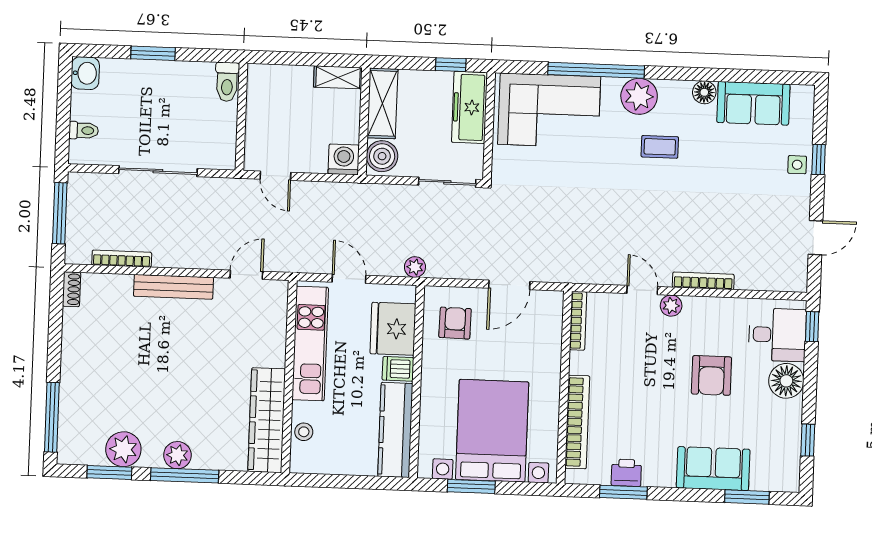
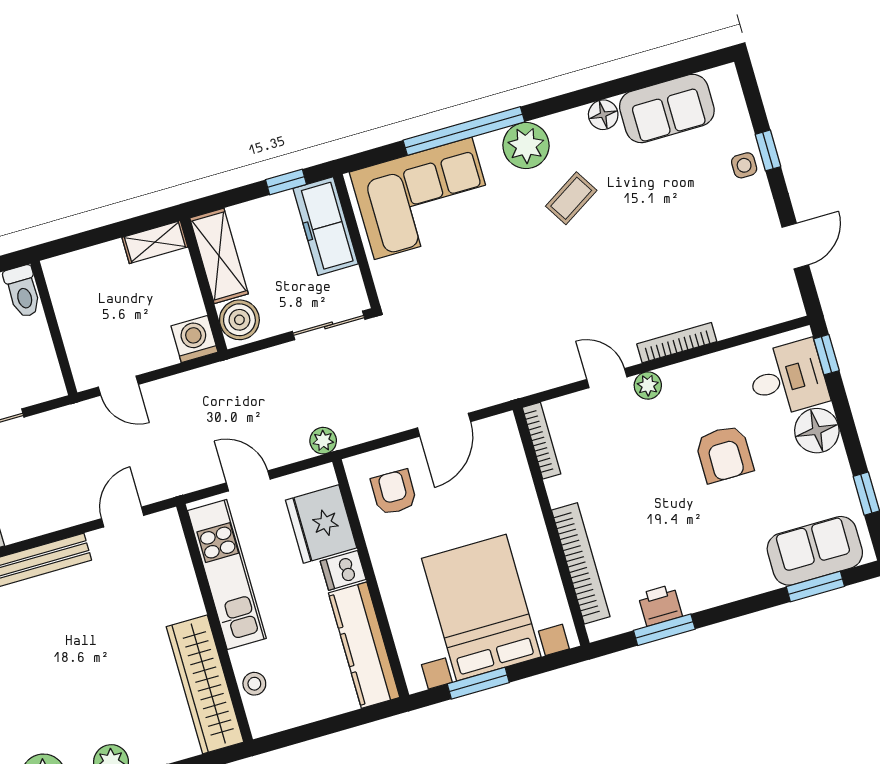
coffee table: (660, 147) -> (571, 198), turned -32
sofa: (713, 469) -> (815, 551), moved

